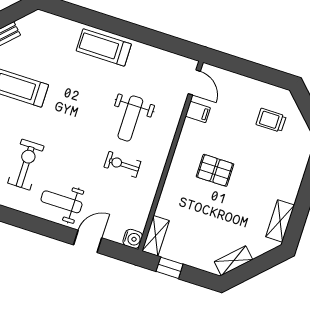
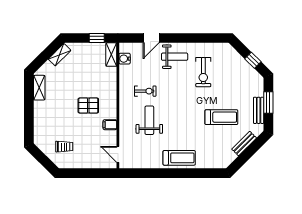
filing cabinet: (198, 112) -> (110, 125), moved
water cooler: (133, 239) -> (125, 59), moved

